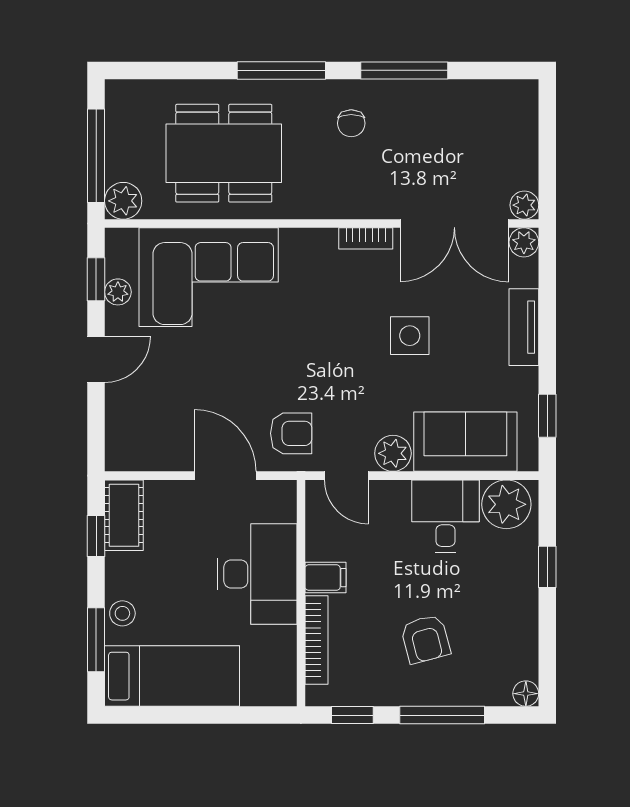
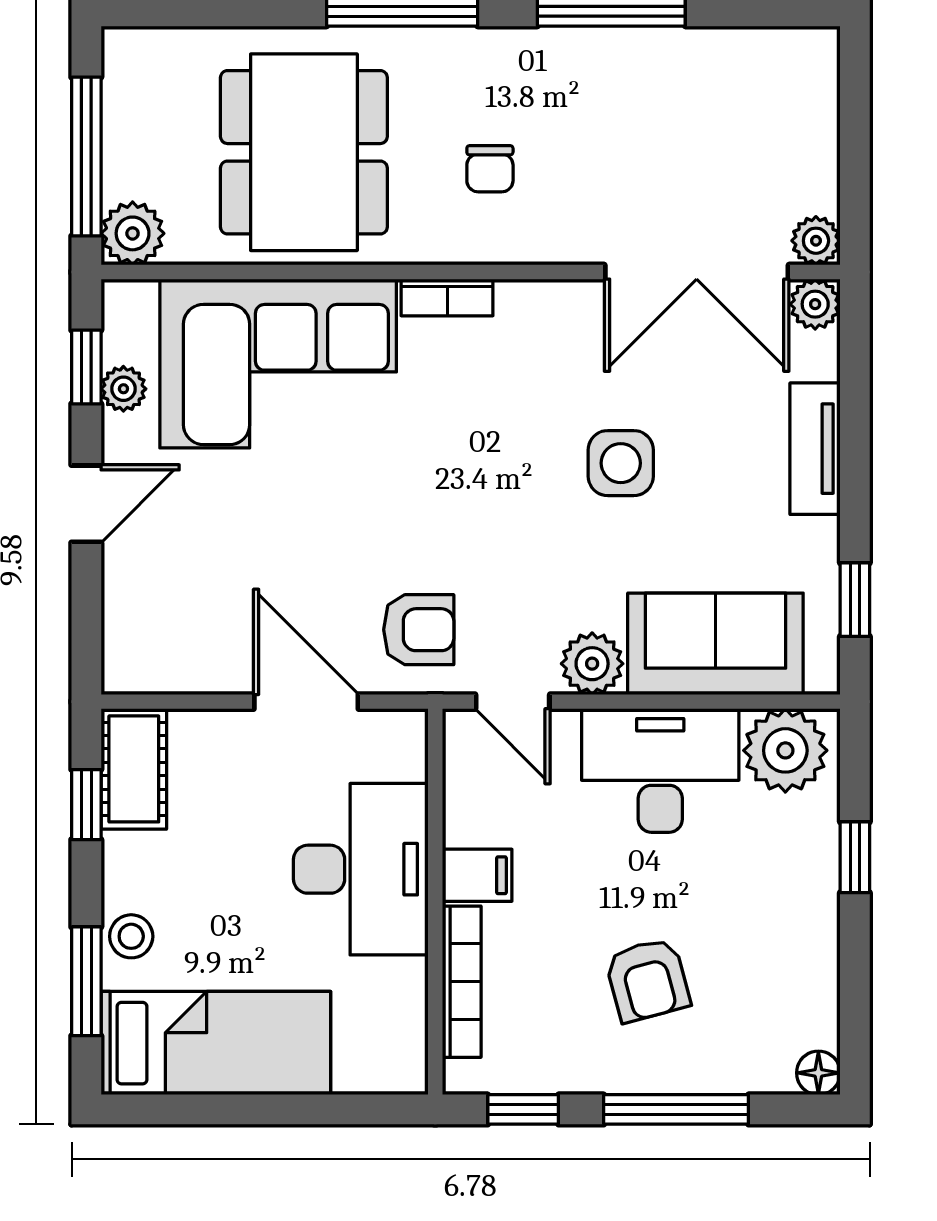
chair: (351, 123) -> (490, 169), moved
dining table: (224, 153) -> (304, 152), turned 90
bookcase: (366, 238) -> (447, 297), moved
desk: (445, 516) -> (660, 770), width x1.37

